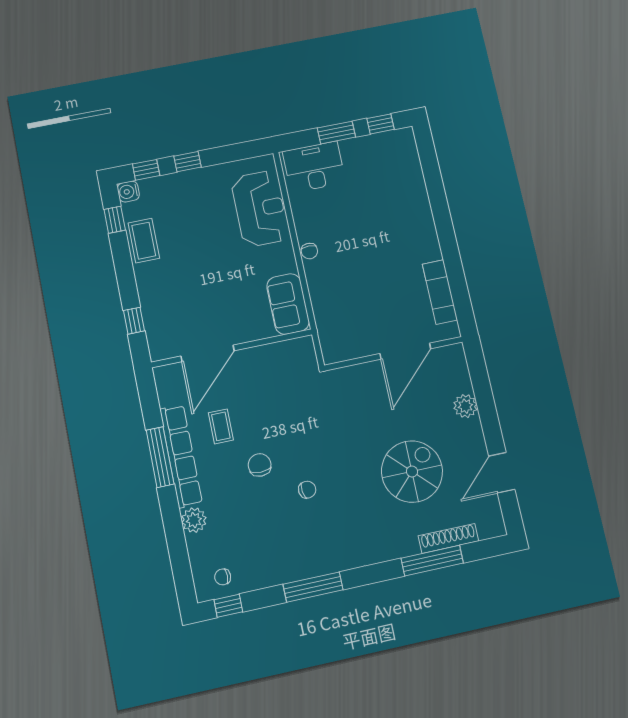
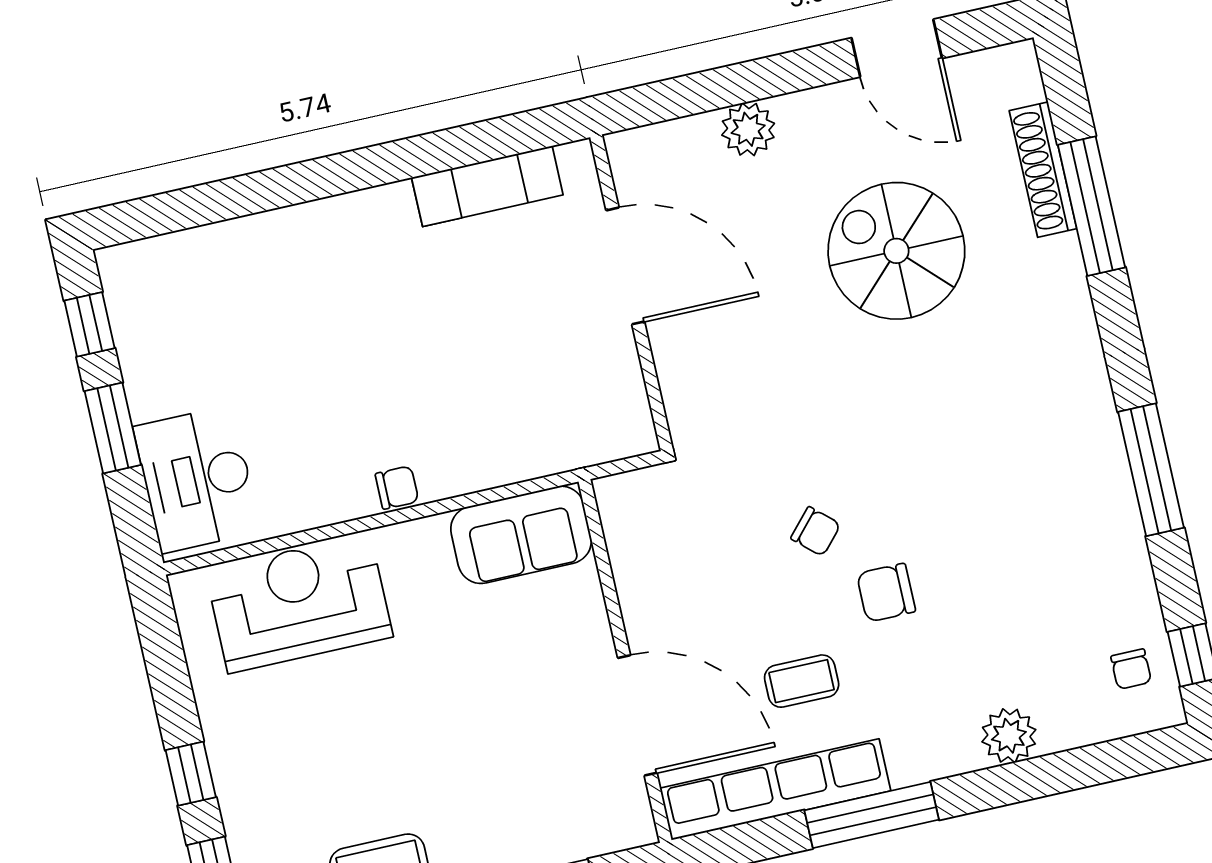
row of seats: (181, 456) -> (775, 789), moved
chair: (307, 490) -> (816, 531), moved, turned 140

